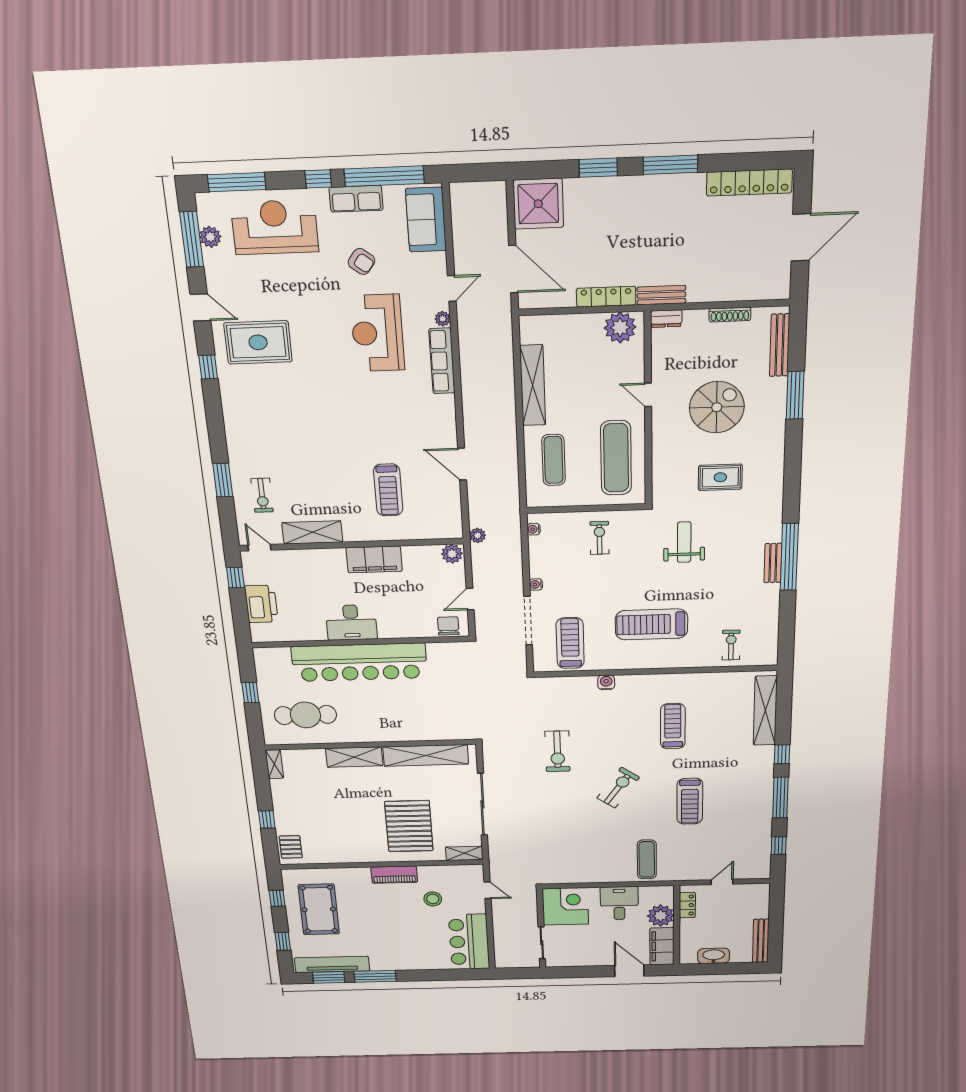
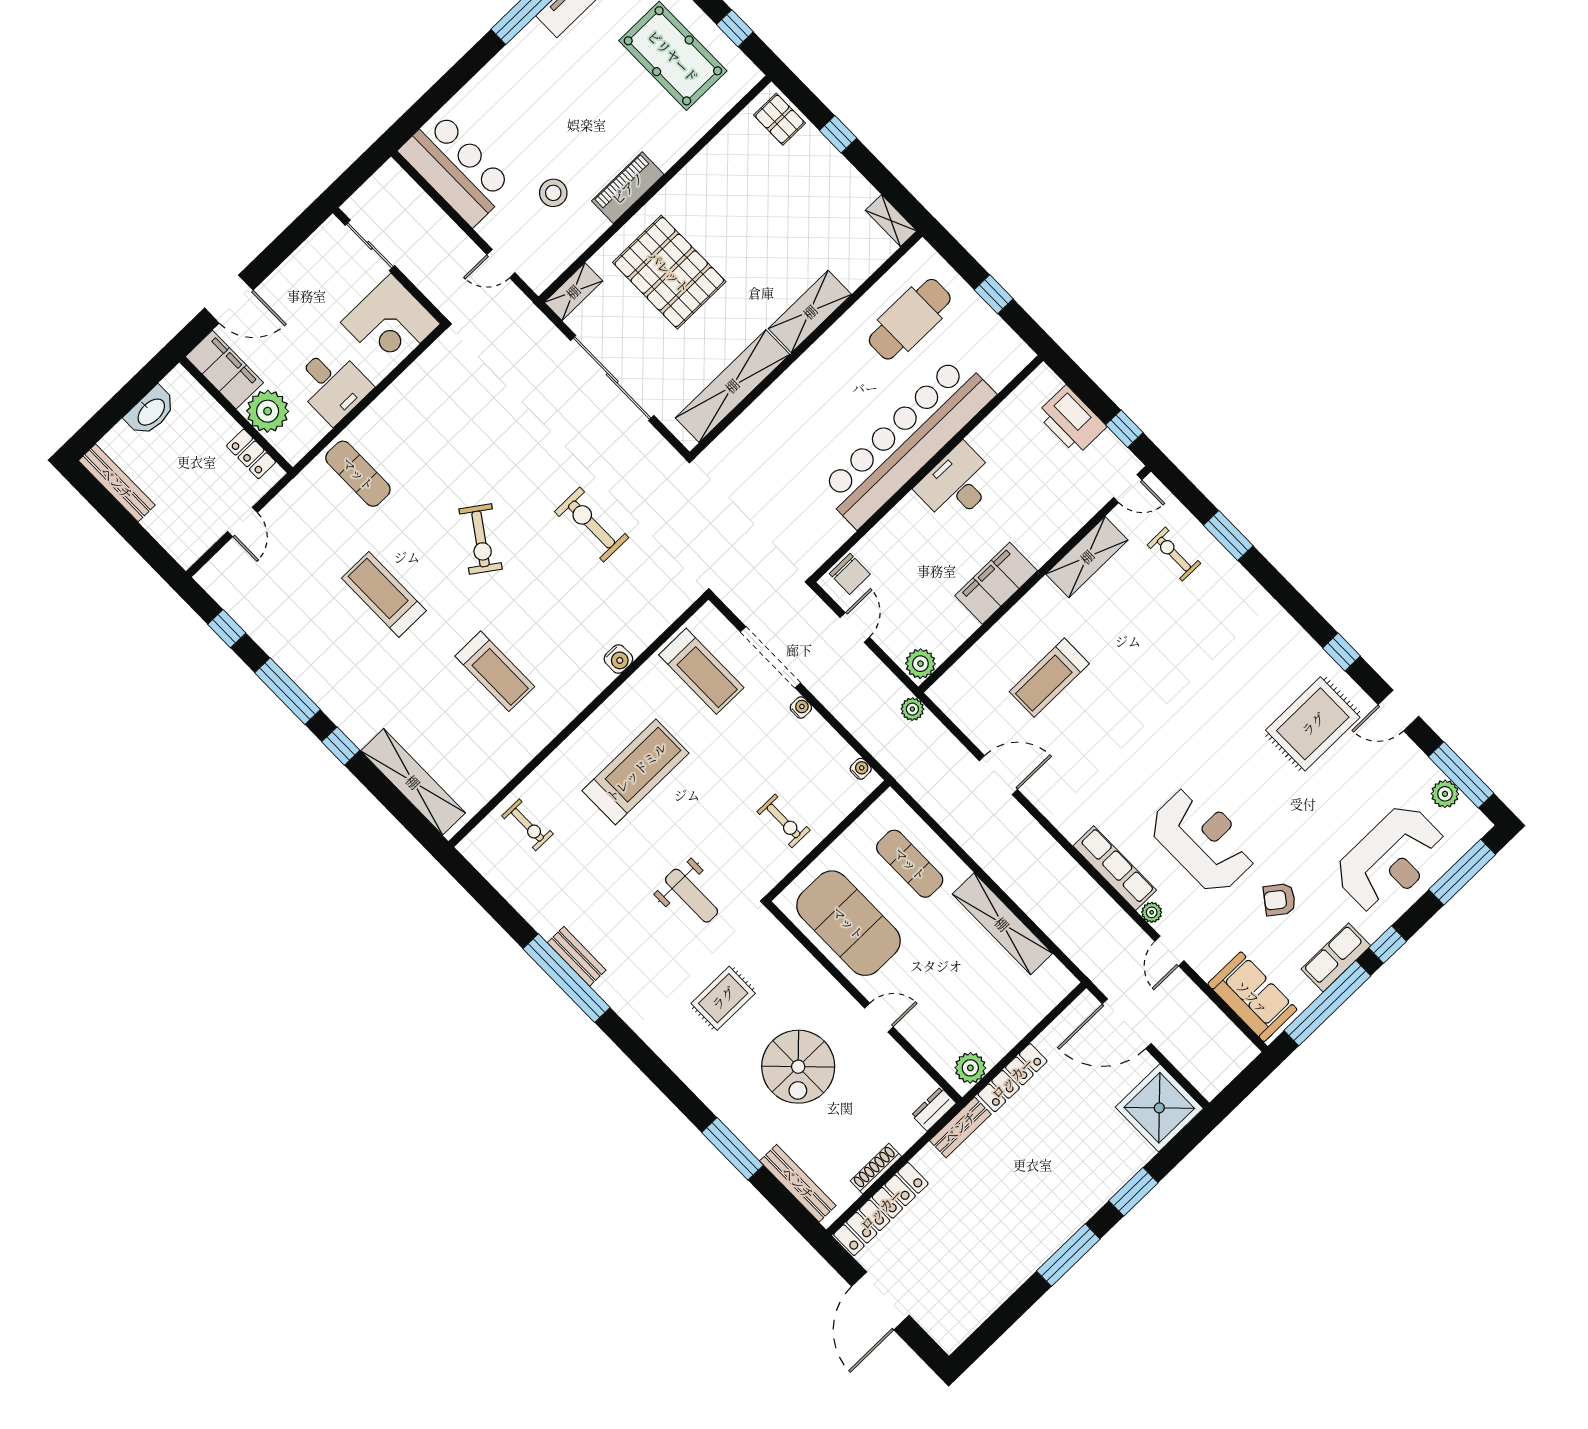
locker: (749, 183) -> (881, 1209), moved, turned 180
plant: (620, 327) -> (970, 1068), width x0.73, depth x0.73
exercise mat: (616, 458) -> (848, 923), width x1.47
treadmill: (388, 490) -> (1049, 678), turned -90

